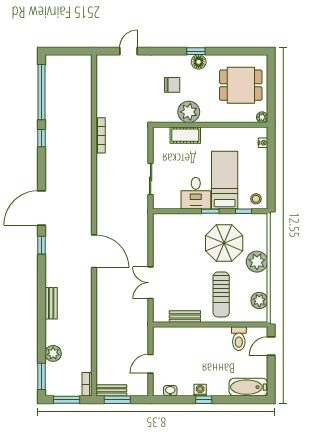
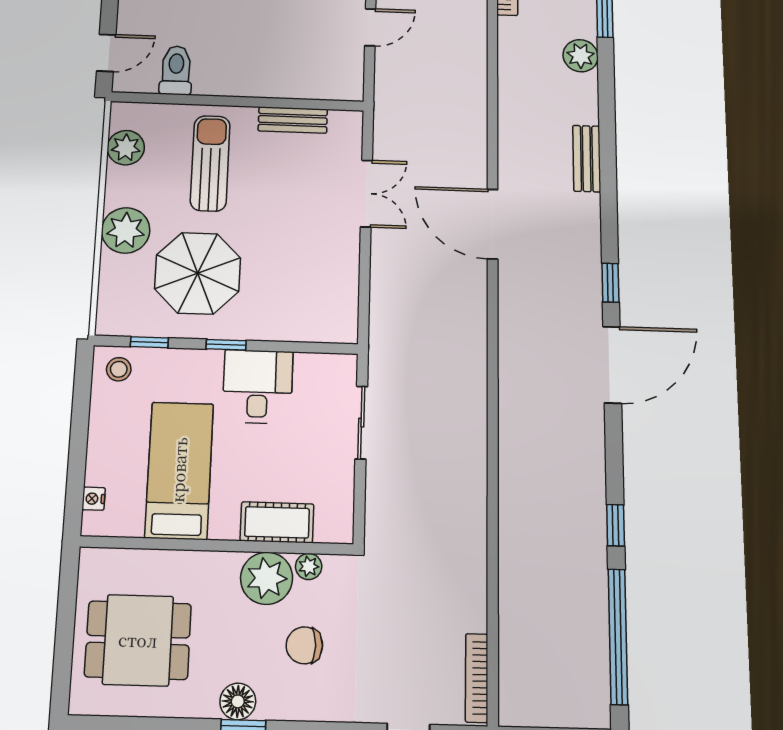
plant: (262, 117) -> (309, 566), moved
bookcase: (101, 135) -> (477, 678), moved
bed: (225, 180) -> (179, 470), moved, turned 180
door: (94, 251) -> (493, 224), moved

